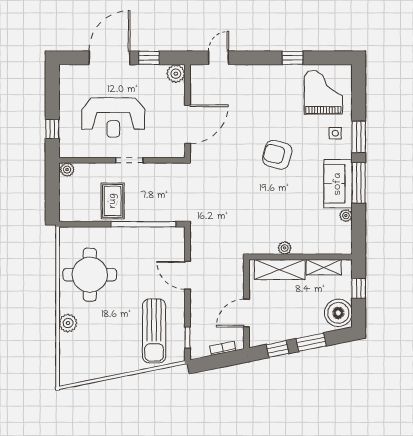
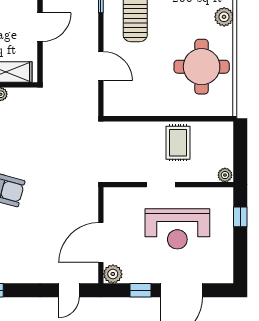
reception desk: (113, 117) -> (177, 229), turned 180
door: (187, 124) -> (101, 242), moved
window: (143, 224) -> (146, 119), removed

